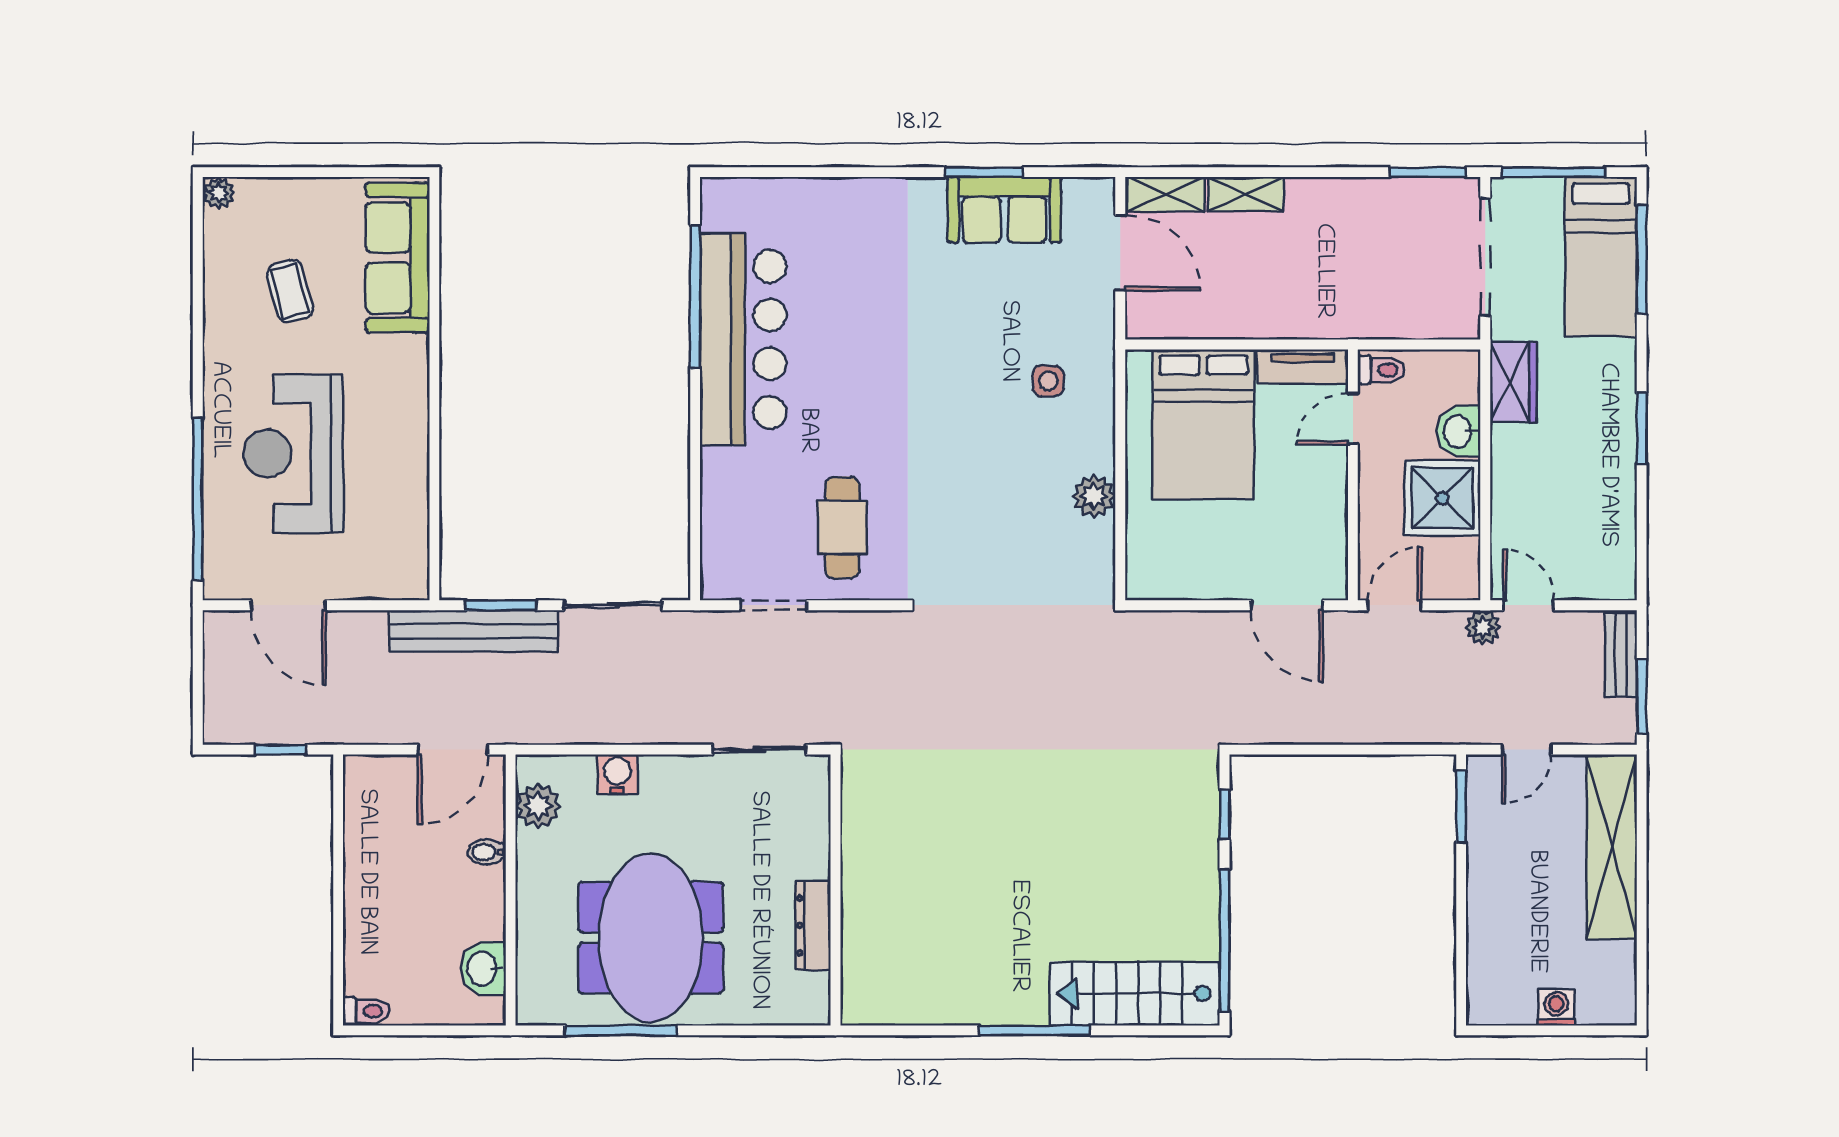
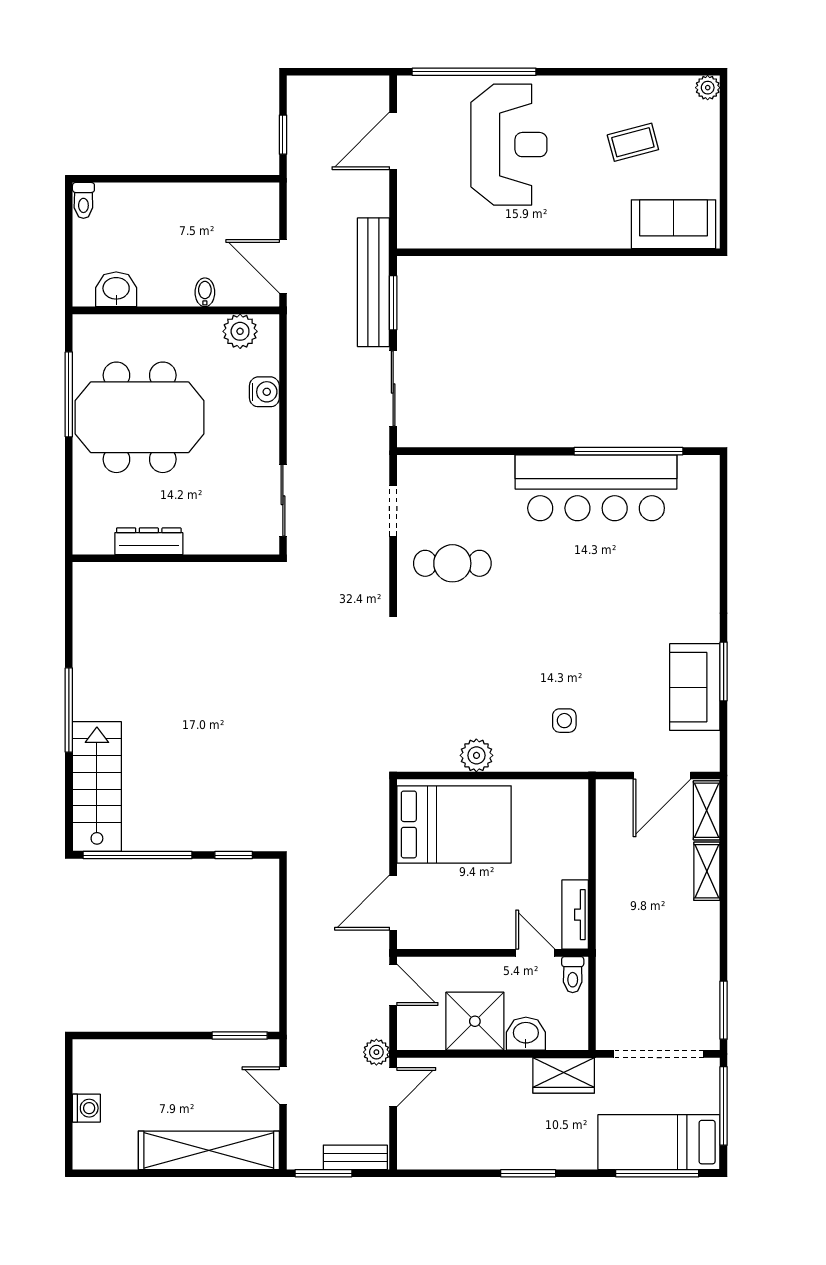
sofa: (398, 258) -> (673, 224), width x0.73
bed: (1203, 424) -> (454, 824), moved, turned 180
reception desk: (293, 454) -> (509, 145), turned 90

